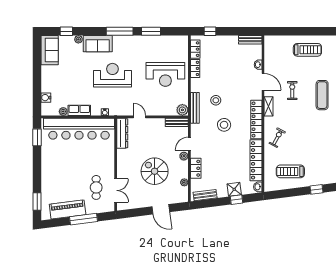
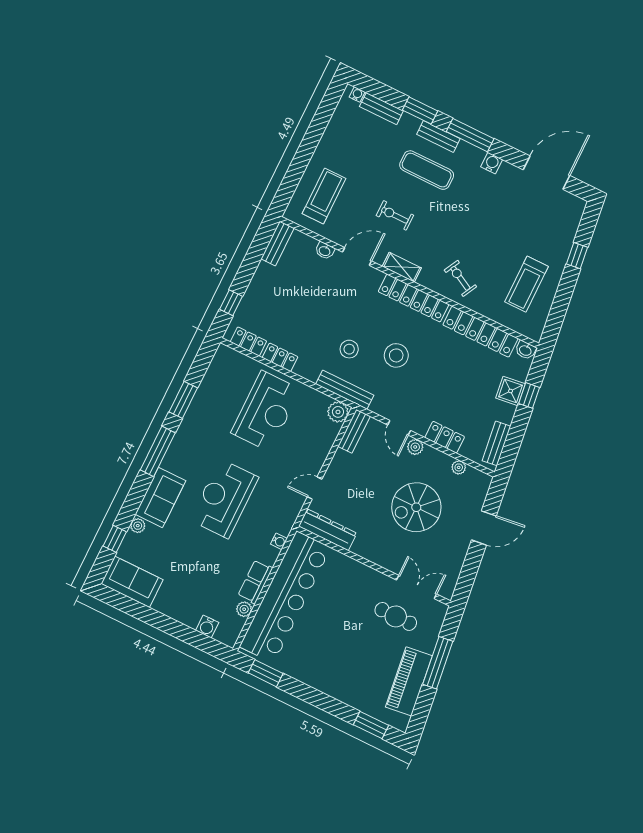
treadmill: (307, 50) -> (324, 196), moved

